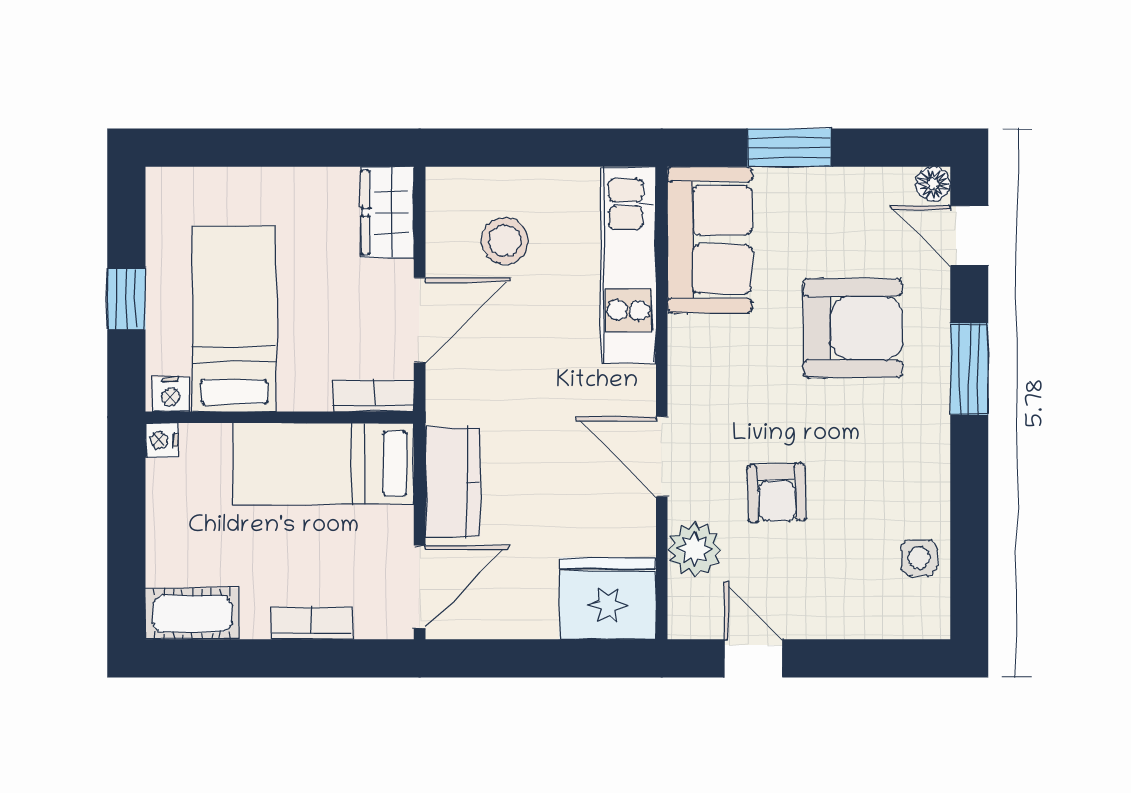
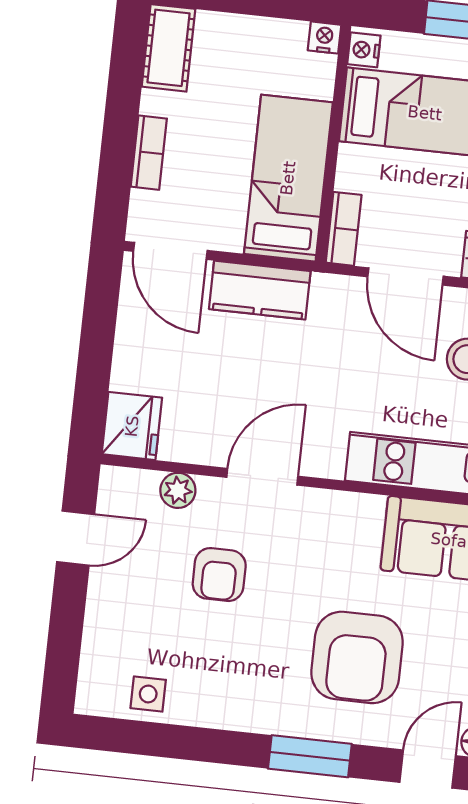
armchair: (777, 493) -> (219, 575), turned -88
plant: (695, 549) -> (178, 490), width x0.73, depth x0.73
fridge: (608, 598) -> (132, 426), width x0.73, depth x0.75

